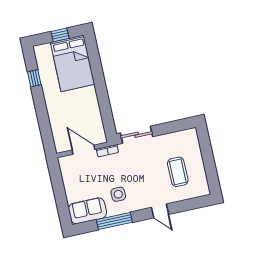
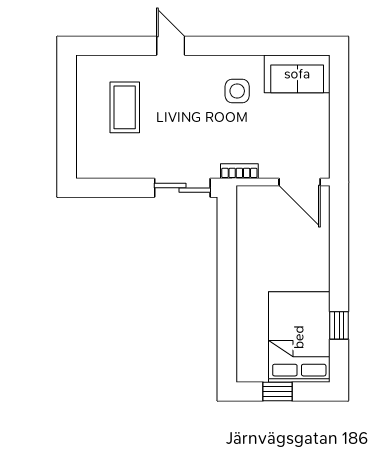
bed: (73, 63) -> (299, 337), moved
door: (84, 150) -> (300, 182), moved
window: (114, 221) -> (254, 46), removed

